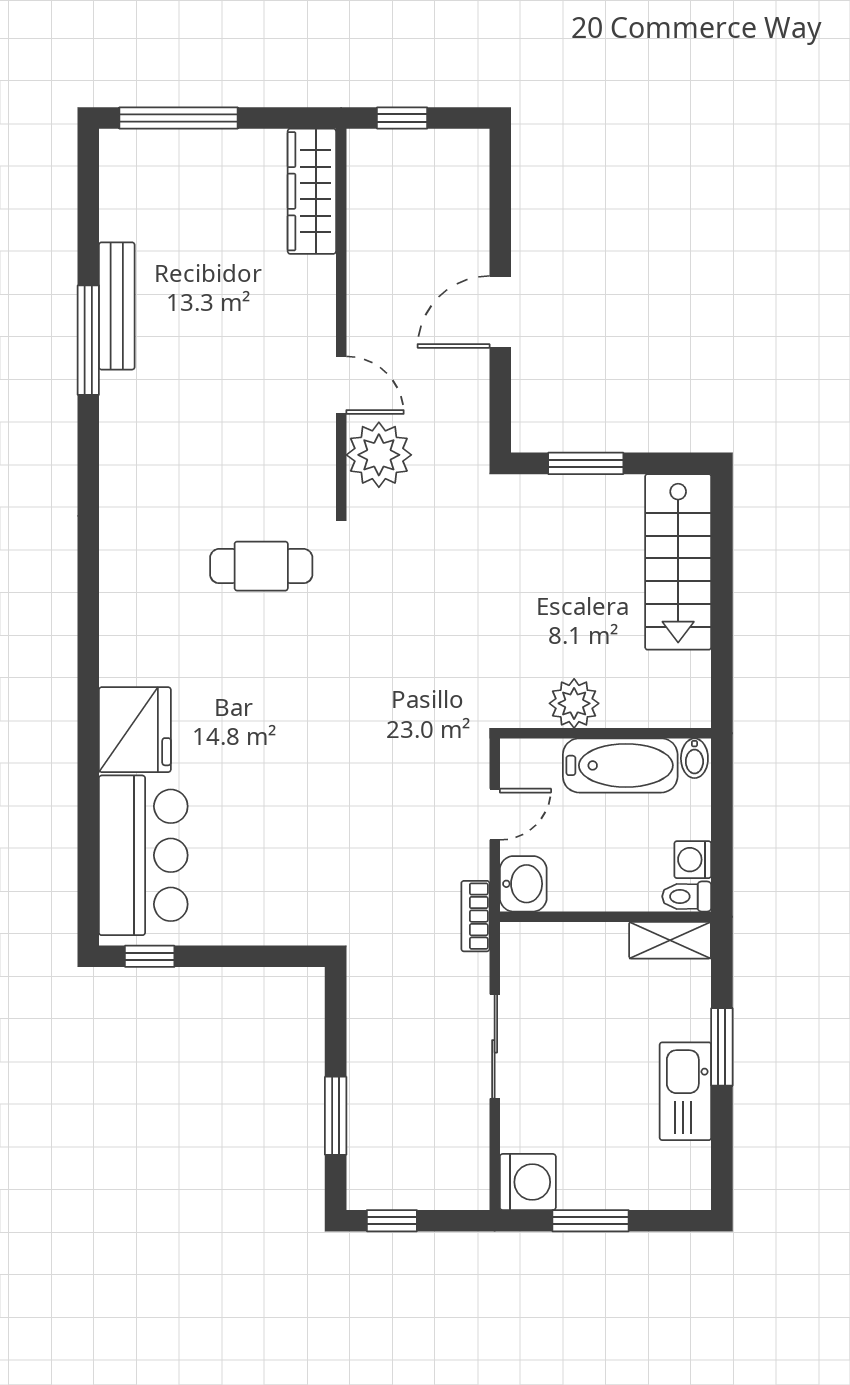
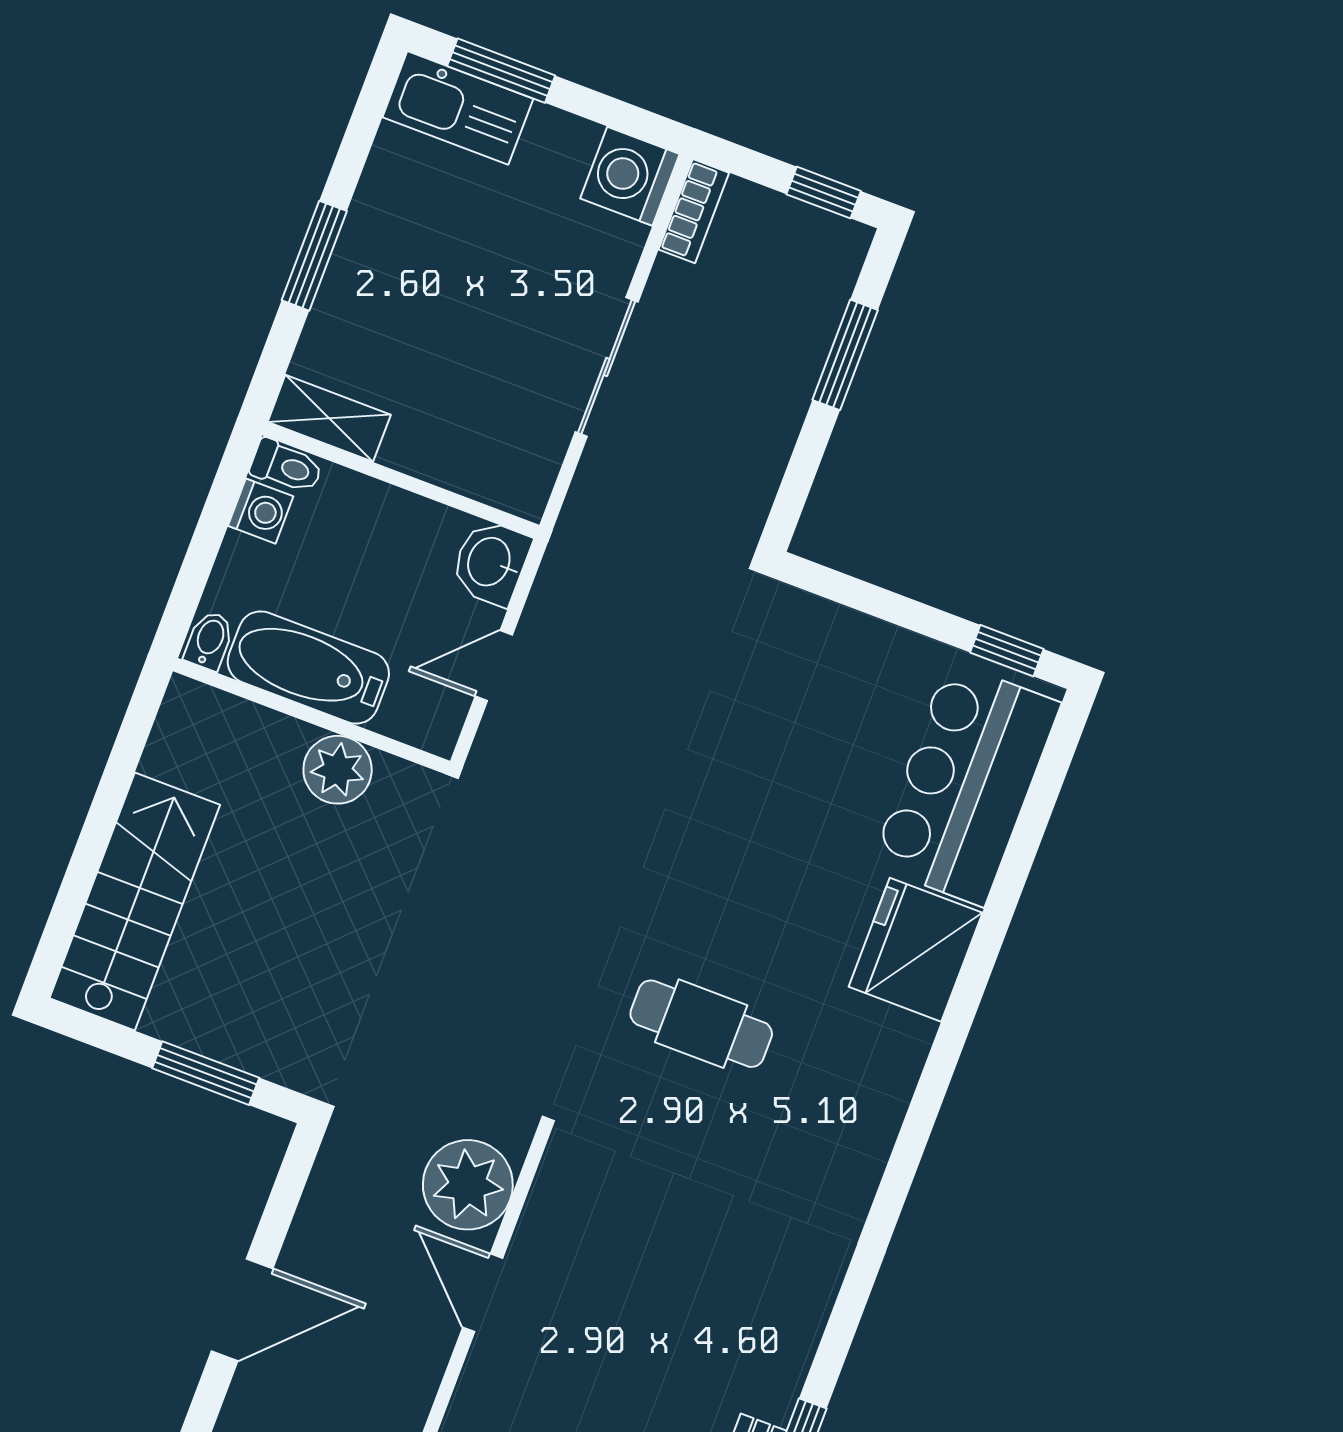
cafe table: (261, 566) -> (701, 1024), moved
bookcase: (475, 916) -> (694, 211), moved
kitchen sink: (685, 1091) -> (458, 108), moved, turned 90
window: (591, 1221) -> (501, 71), moved

